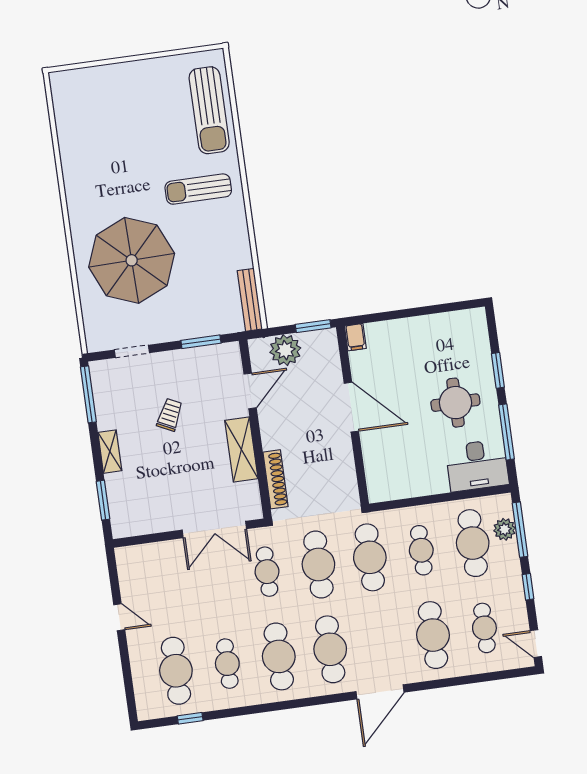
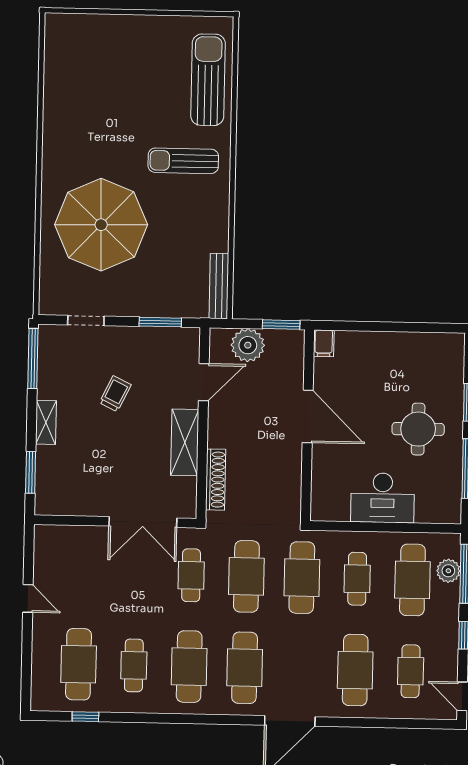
sun lounger: (209, 110) -> (208, 80), turned 180
desk: (477, 465) -> (383, 498), moved

